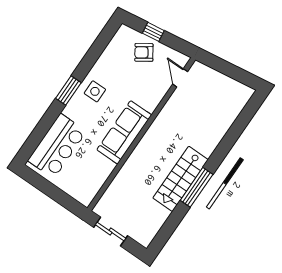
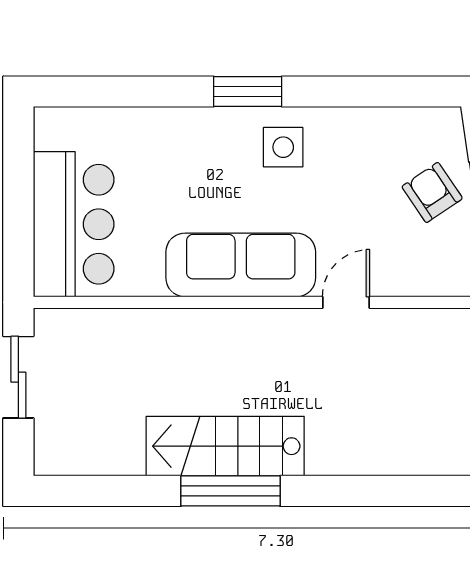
door: (180, 78) -> (346, 302), moved
bar counter: (57, 146) -> (74, 224), moved, turned -90

